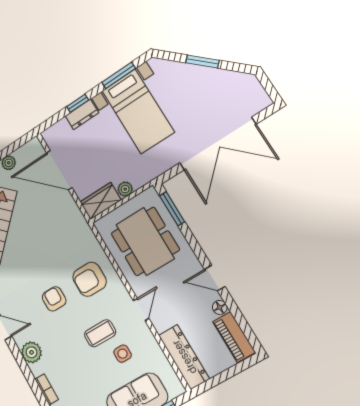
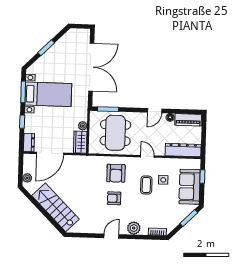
dresser: (82, 114) -> (29, 142), moved
dining table: (145, 241) -> (115, 133), turned 90

